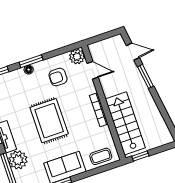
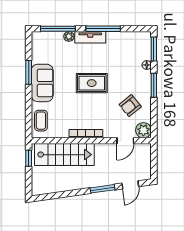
floor lamp: (29, 70) -> (147, 65), moved
armchair: (58, 77) -> (130, 106), turned -129
rug: (49, 121) -> (92, 83), width x0.73, depth x0.70
plant: (18, 160) -> (69, 36), width x0.53, depth x0.53

